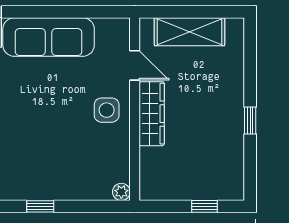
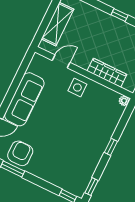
wardrobe: (152, 114) -> (107, 73), moved

